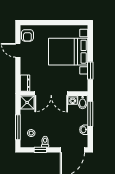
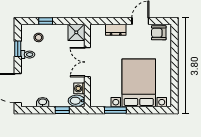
dresser: (25, 83) -> (116, 30), moved
double door: (51, 93) -> (87, 62), width x0.73
window: (90, 114) -> (62, 110), width x0.46
window: (18, 127) -> (46, 21), width x0.46

